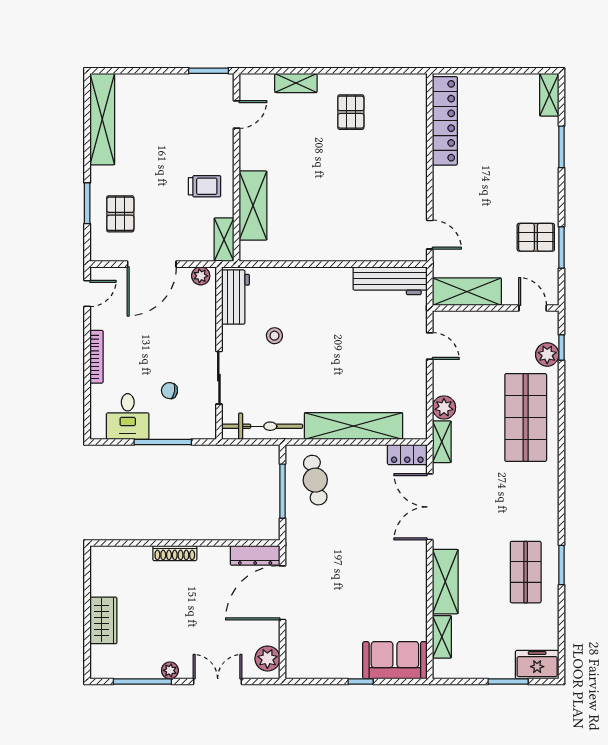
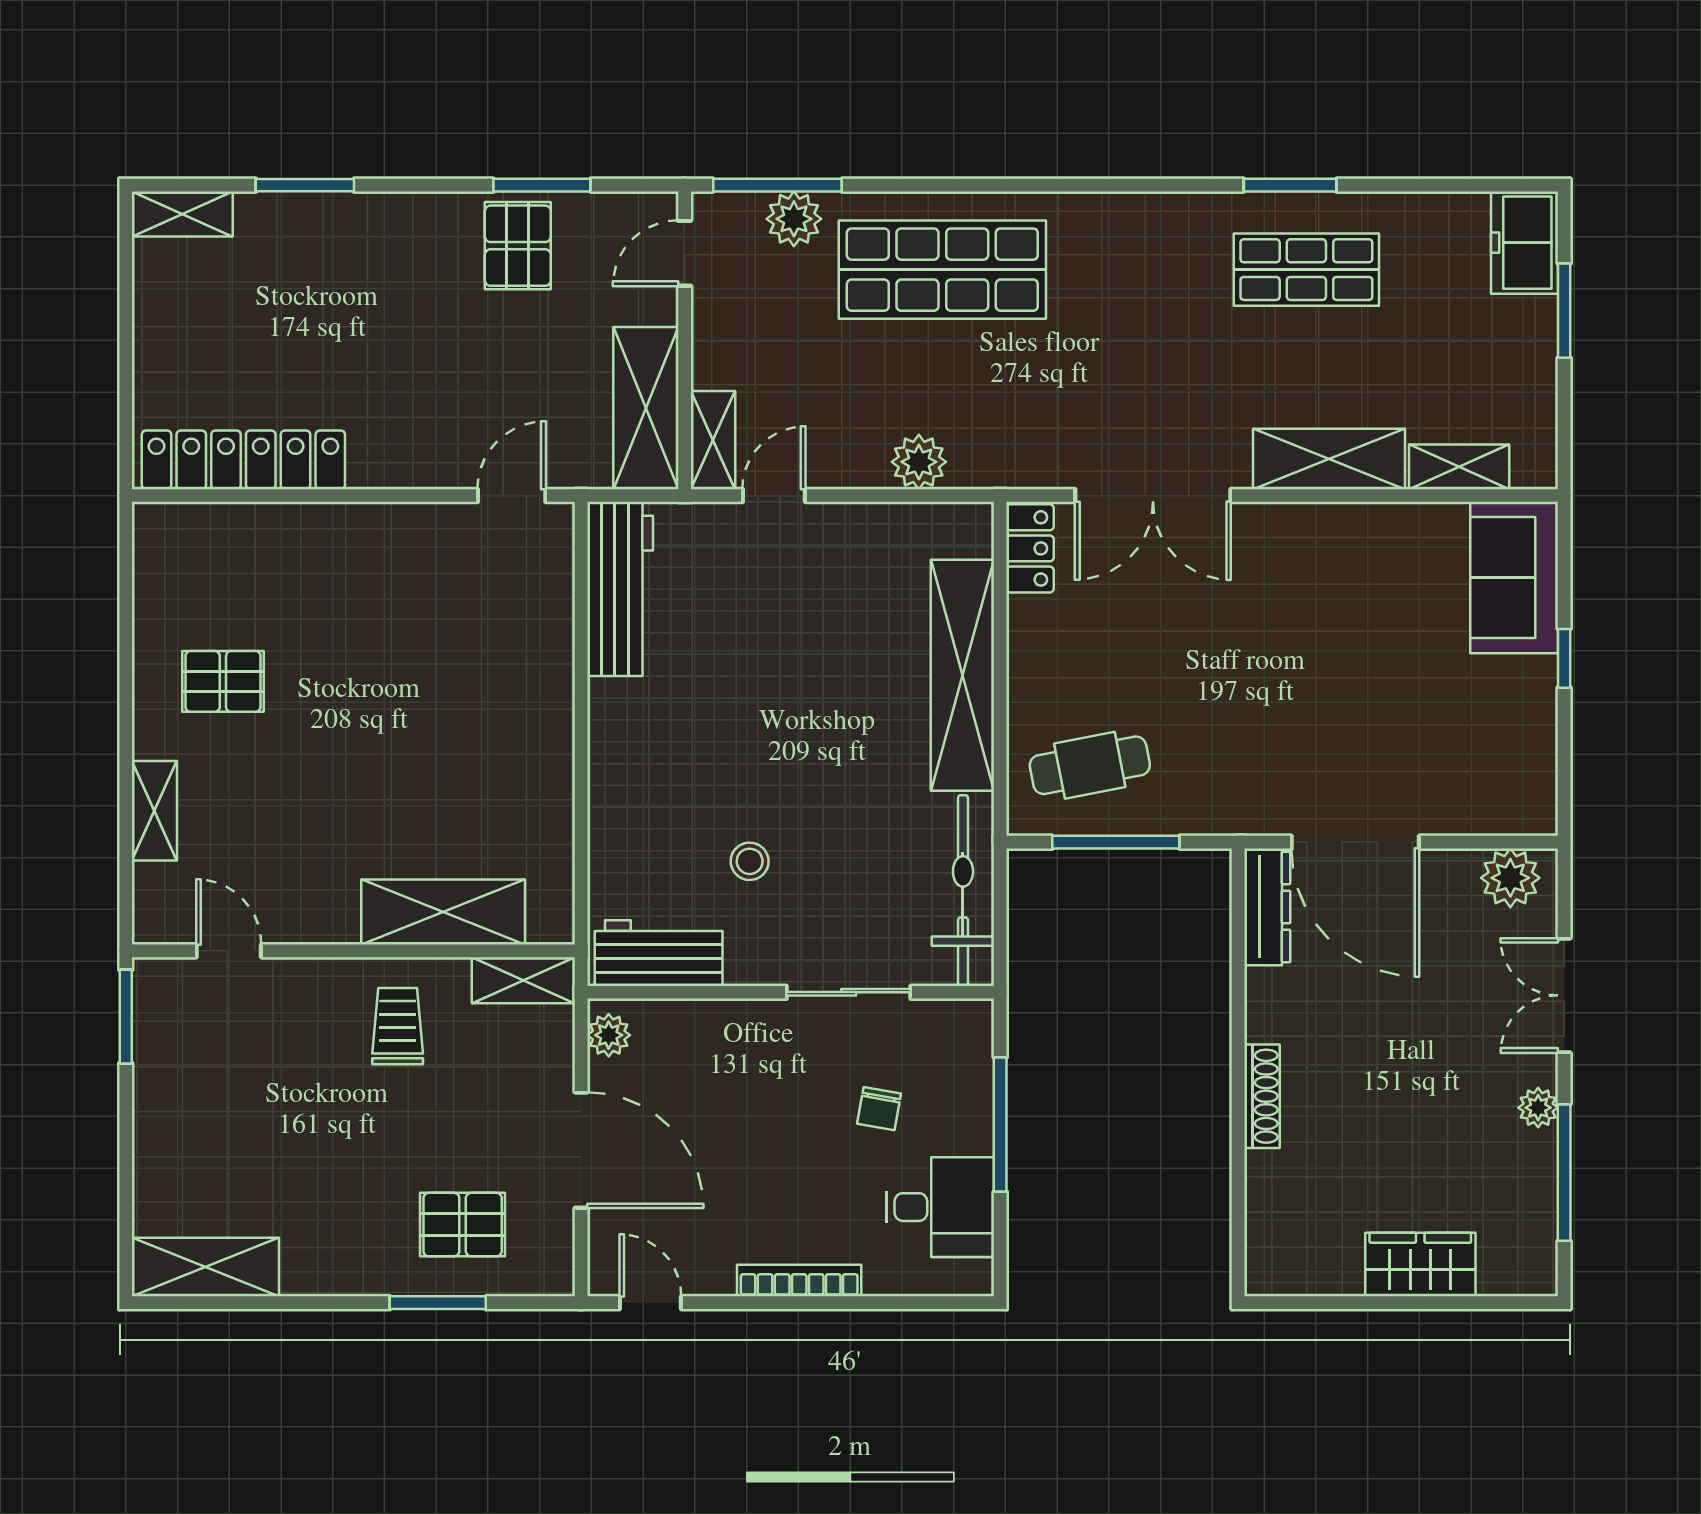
shelving: (102, 119) -> (205, 1267), width x0.68
window: (562, 347) -> (777, 185), width x2.17
shelving: (442, 442) -> (713, 440), moved, turned 90

